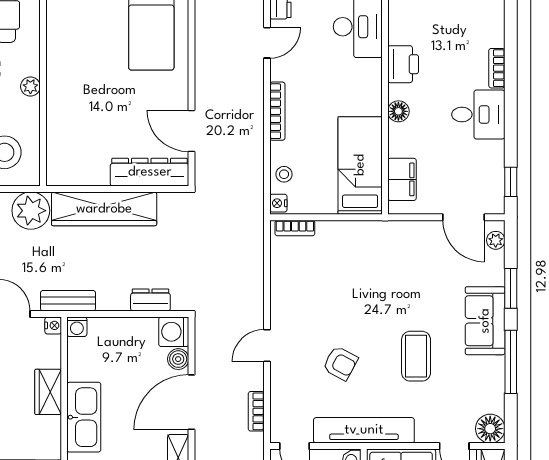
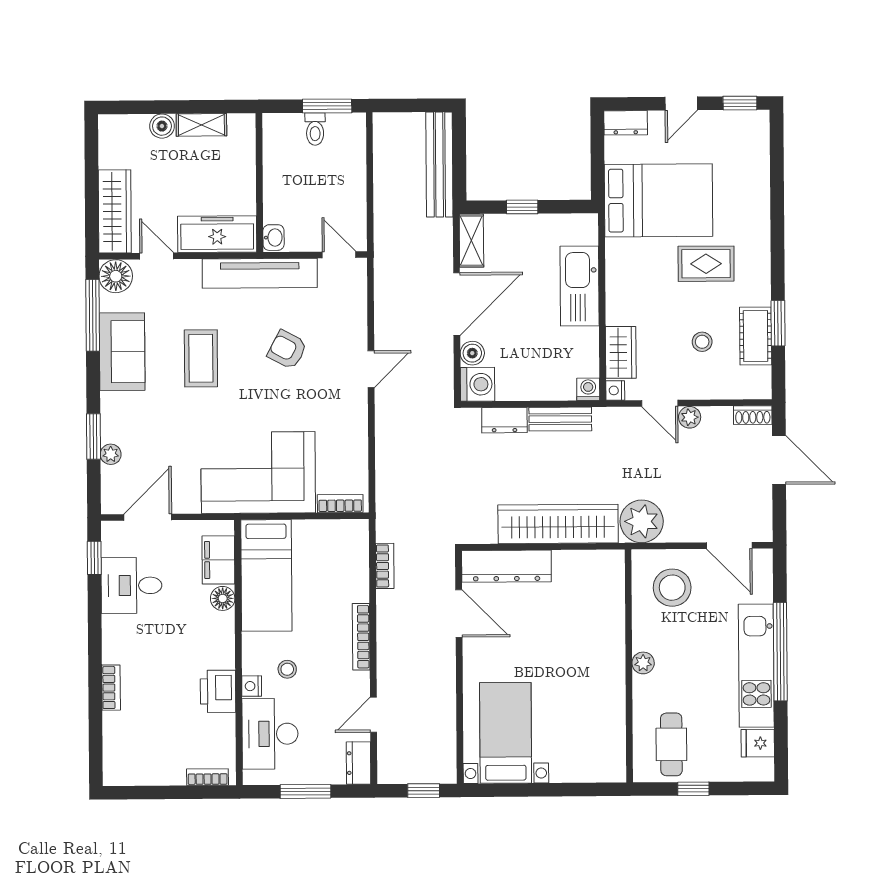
floor lamp: (398, 111) -> (223, 598), moved
desk: (478, 115) -> (131, 585), moved
stool: (284, 174) -> (287, 669), moved
nightstand: (278, 203) -> (252, 686), moved, turned 180
door: (464, 217) -> (148, 517), hinge flipped
plant: (496, 240) -> (111, 454), moved
corner sofa: (367, 256) -> (258, 473), added
bench: (68, 301) -> (560, 419), moved
sofa: (485, 321) -> (122, 352), moved
window: (511, 362) -> (93, 315), moved
wardrobe: (48, 392) -> (621, 352), moved
bookcase: (256, 411) -> (385, 566), moved

